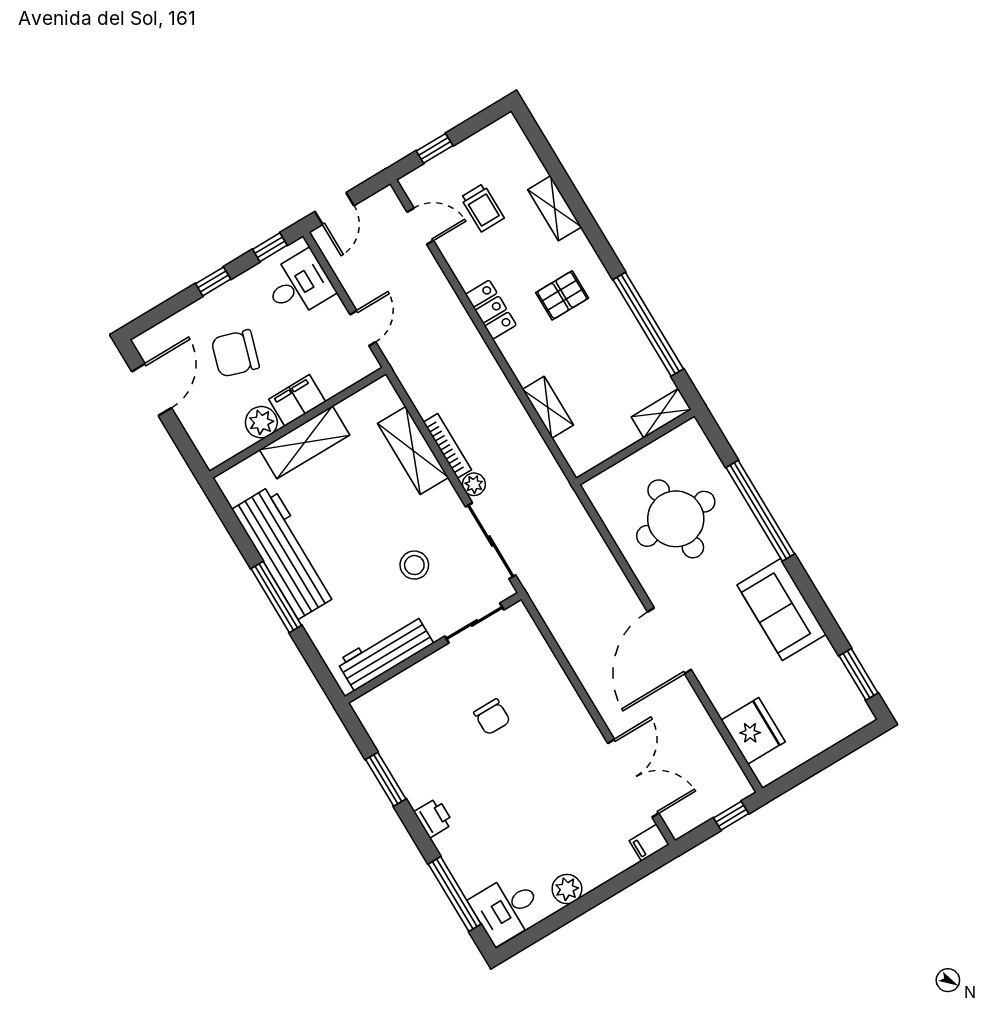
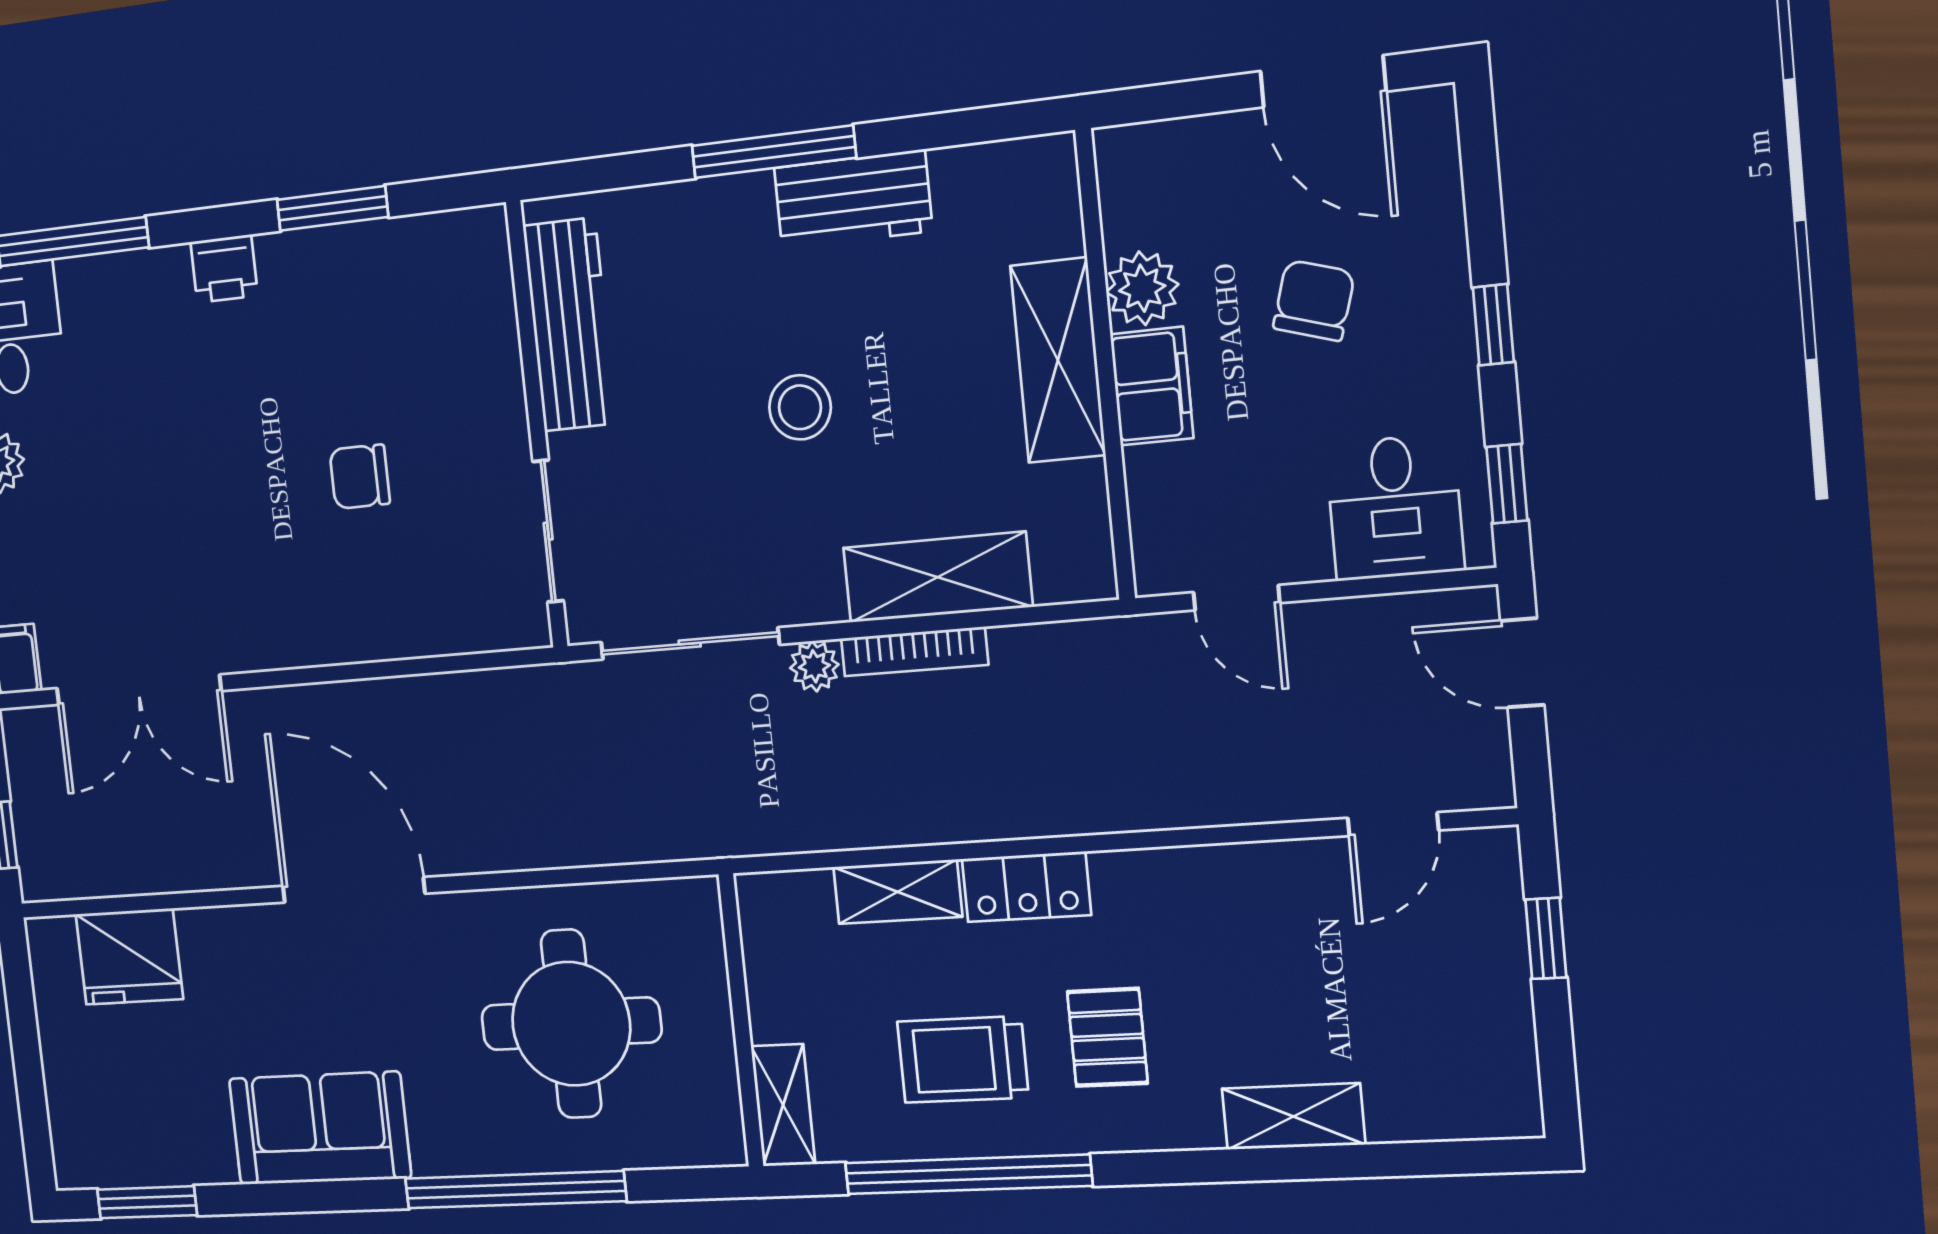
trolley: (482, 208) -> (963, 1059), moved, width x1.36, depth x1.39
locker: (491, 310) -> (1026, 887), moved
chair: (235, 353) -> (1314, 300), width x0.73, depth x0.73
workbench: (285, 552) -> (853, 199), width x0.53, depth x0.76
stool: (414, 565) -> (800, 407), moved

